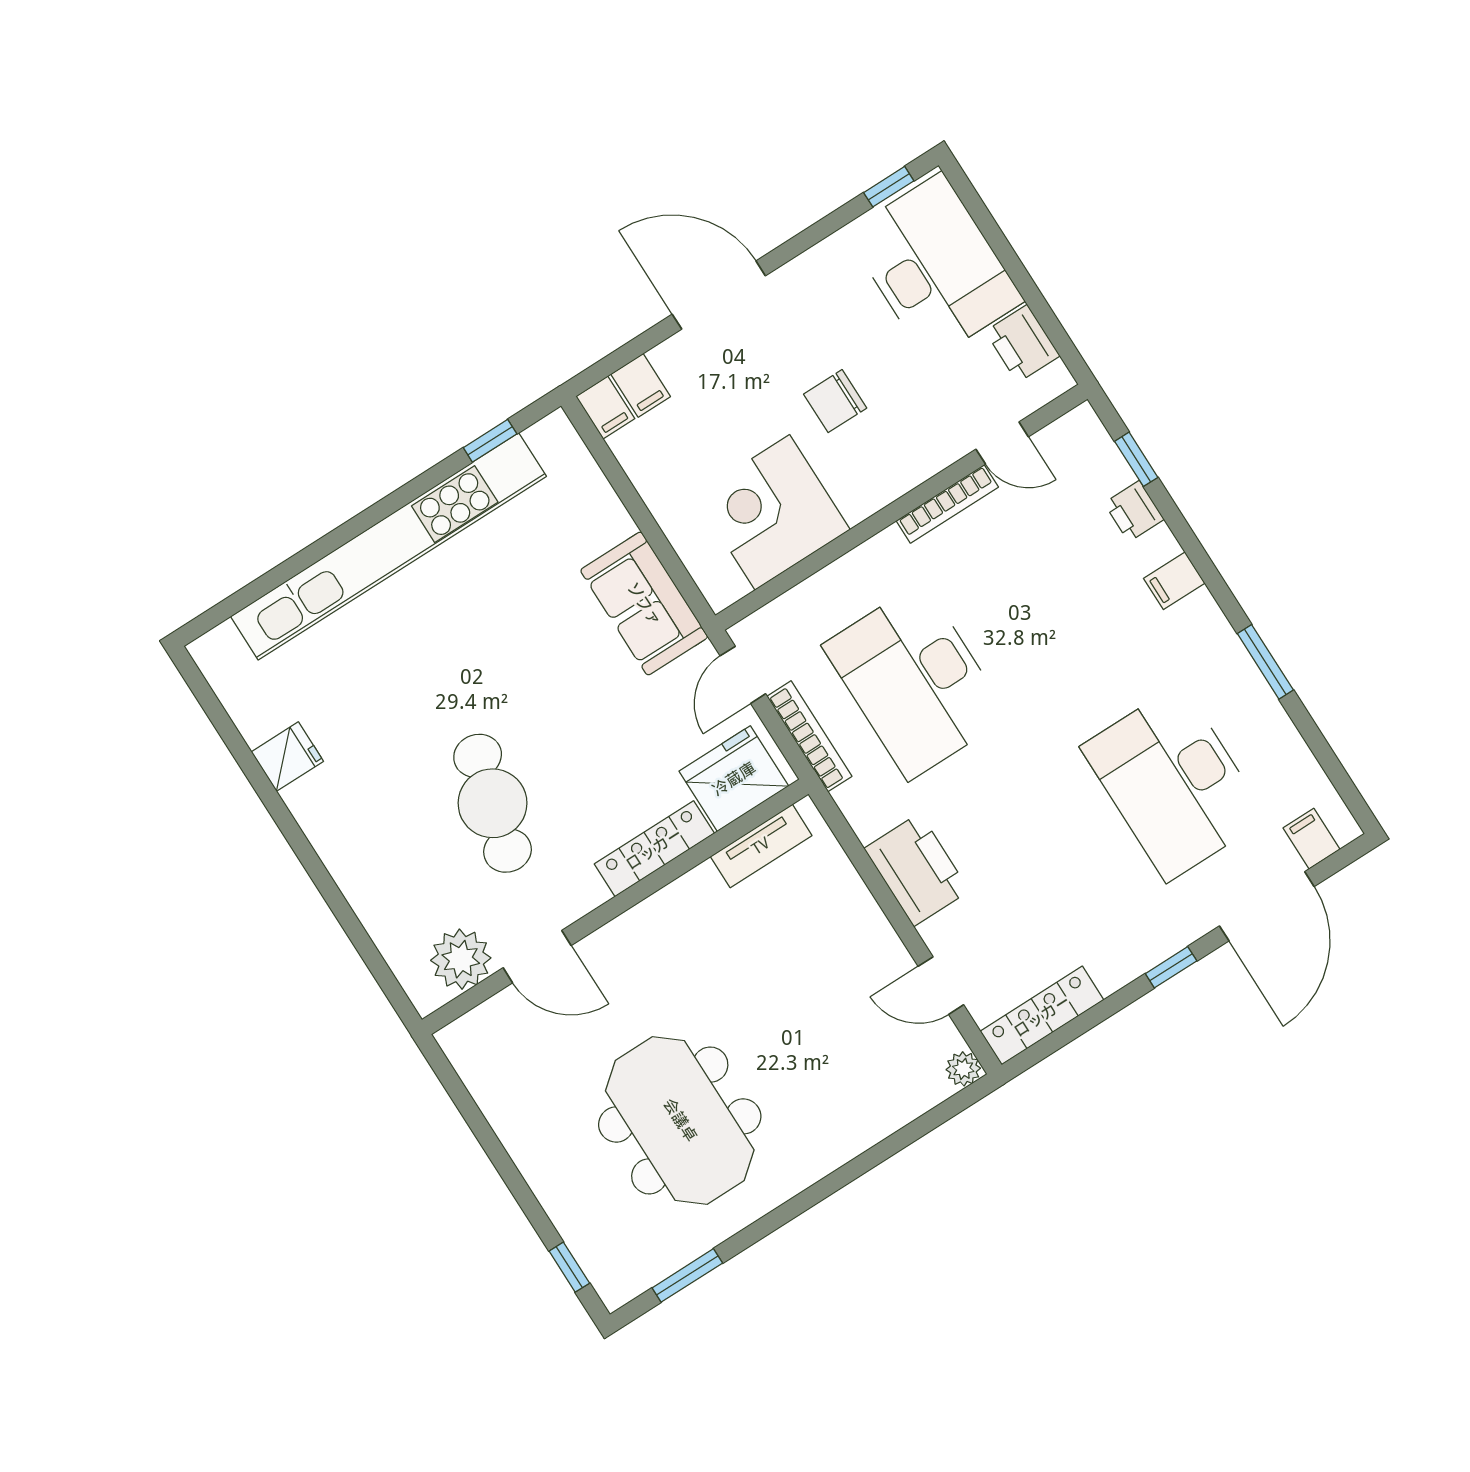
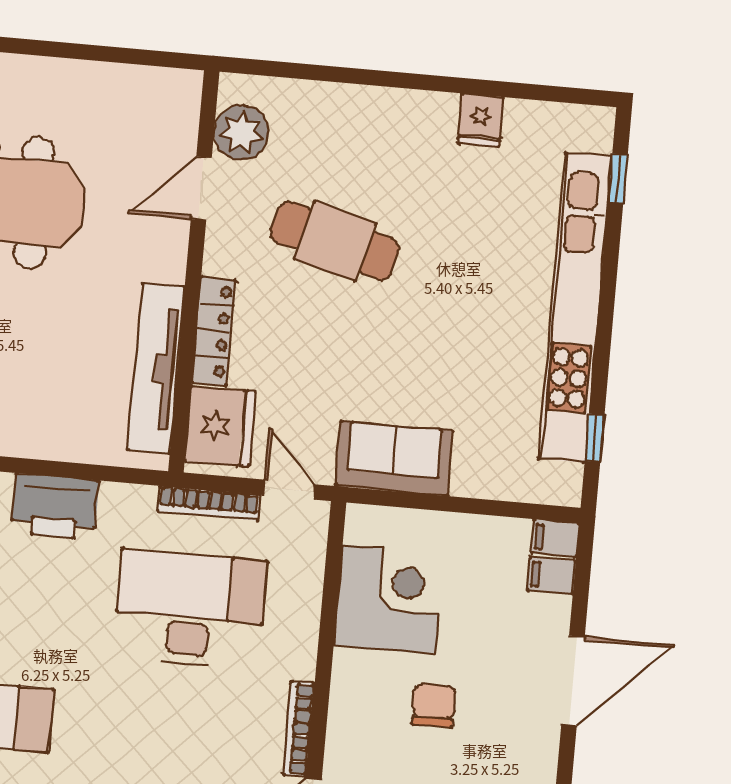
window: (246, 596) -> (618, 178), added
tv unit: (761, 846) -> (156, 368), width x1.92, depth x1.29

